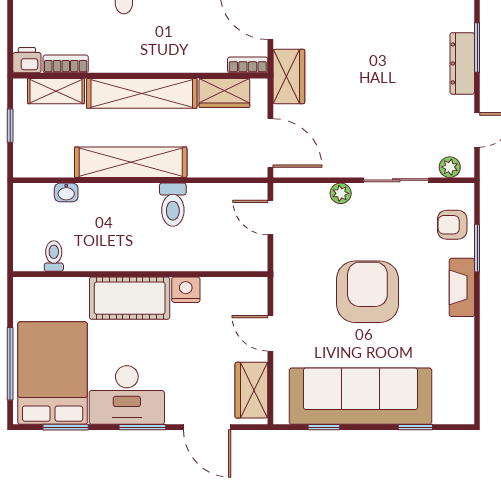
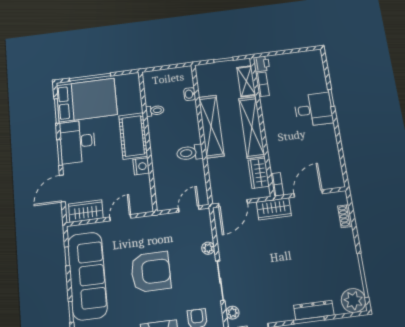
dresser: (462, 63) -> (314, 310), moved
toilet: (54, 256) -> (155, 111), moved

